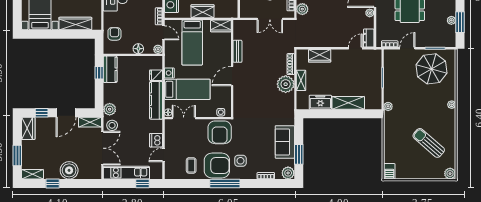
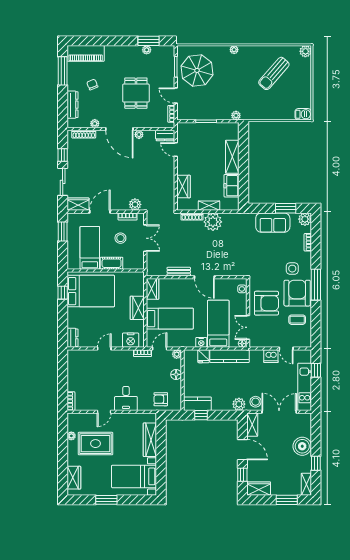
armchair: (220, 132) -> (266, 303), moved

